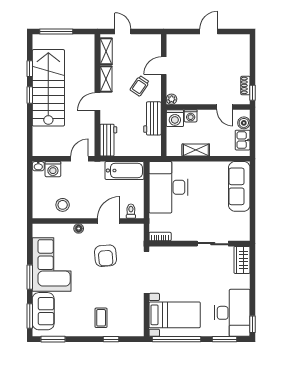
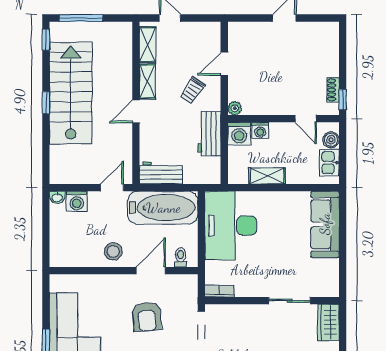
window: (30, 69) -> (46, 40), moved
workbench: (108, 140) -> (161, 173), moved, turned -90
bathtub: (124, 170) -> (163, 208), width x1.36, depth x1.36
stool: (63, 205) -> (113, 251), moved
floor lamp: (79, 229) -> (111, 280), removed

